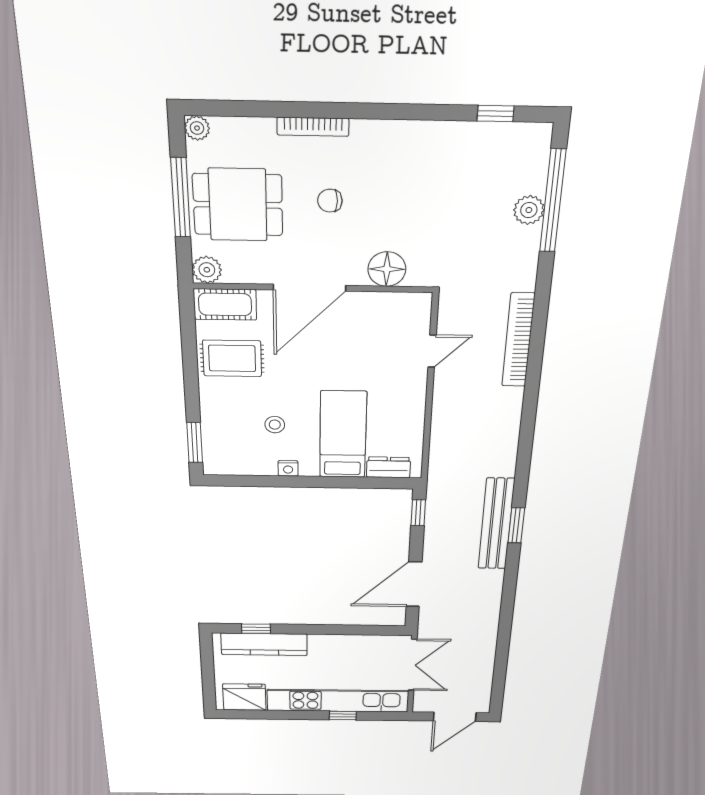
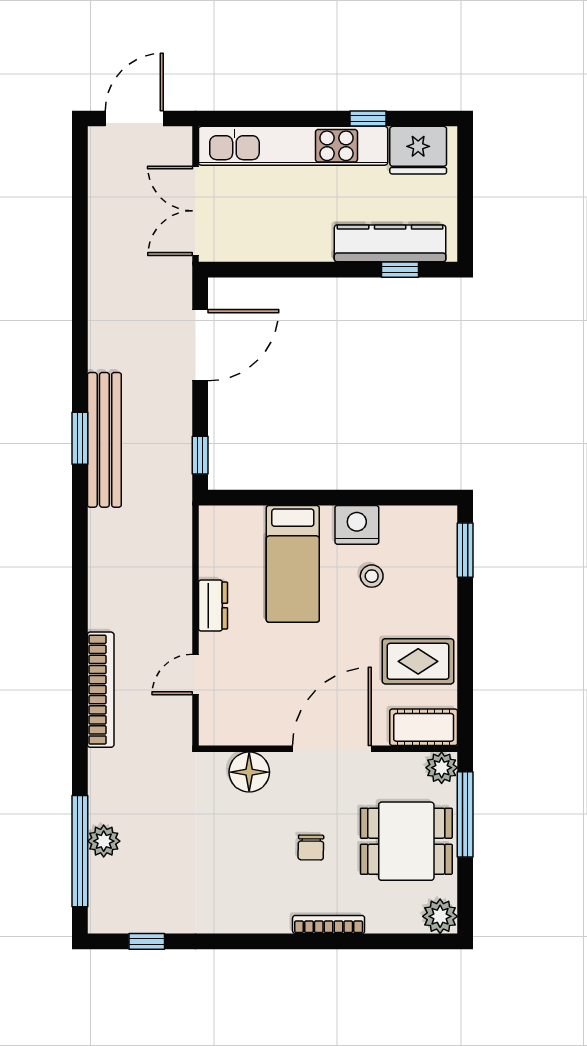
plant: (197, 128) -> (440, 916), width x1.38, depth x1.38
window: (181, 198) -> (465, 814), moved
chair: (330, 201) -> (311, 847), turned 91
dresser: (388, 467) -> (213, 606), moved, turned -90
nightstand: (288, 468) -> (357, 525), width x1.89, depth x1.79
window: (343, 716) -> (368, 119), moved

